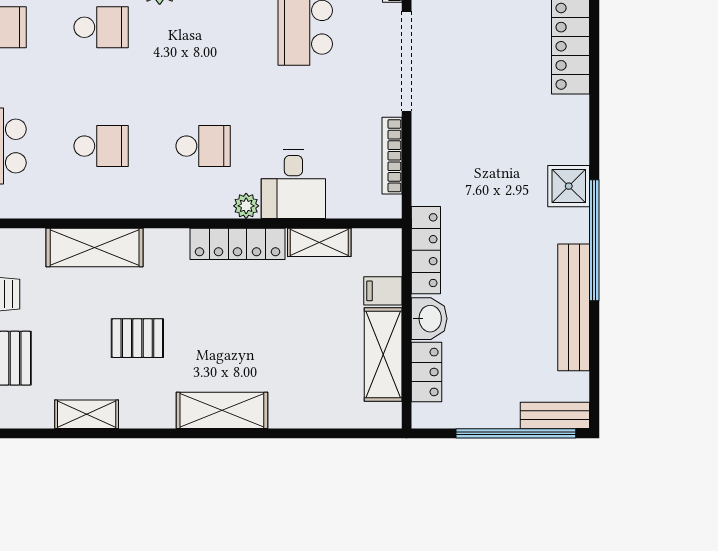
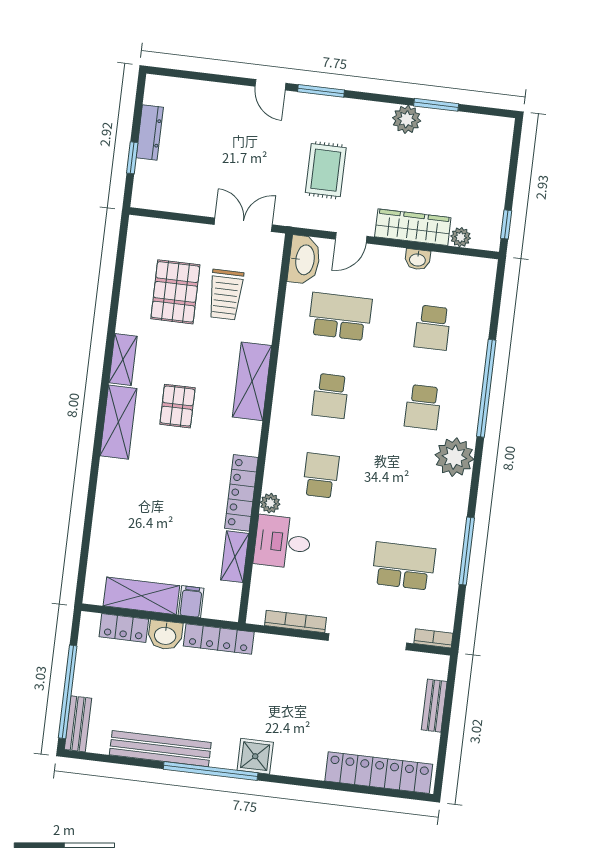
school desk: (203, 146) -> (321, 475), turned 180
shelving: (222, 410) -> (118, 422), moved

